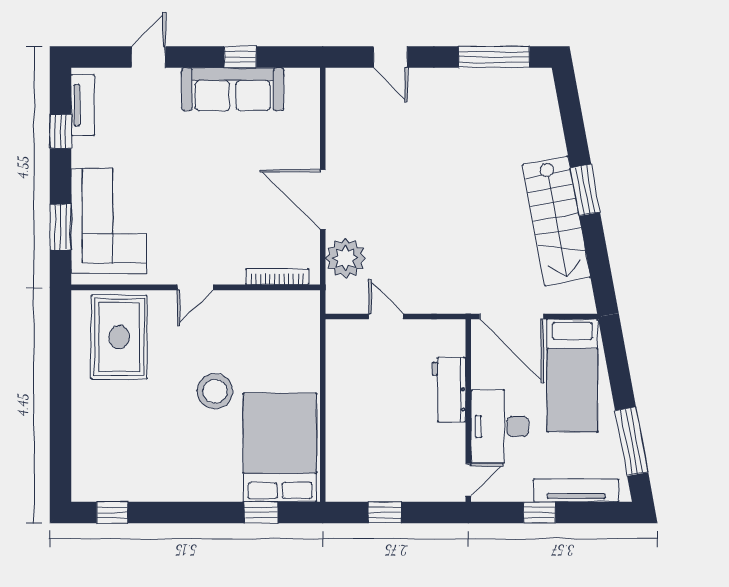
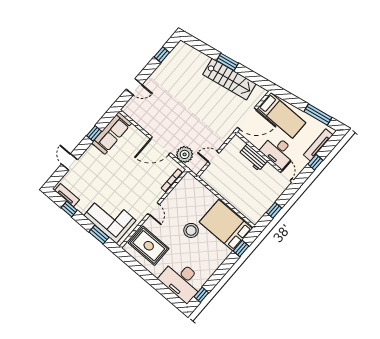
window: (494, 57) -> (162, 55), width x0.46
sofa: (233, 89) -> (112, 133), moved
desk: (107, 454) -> (182, 281), added

